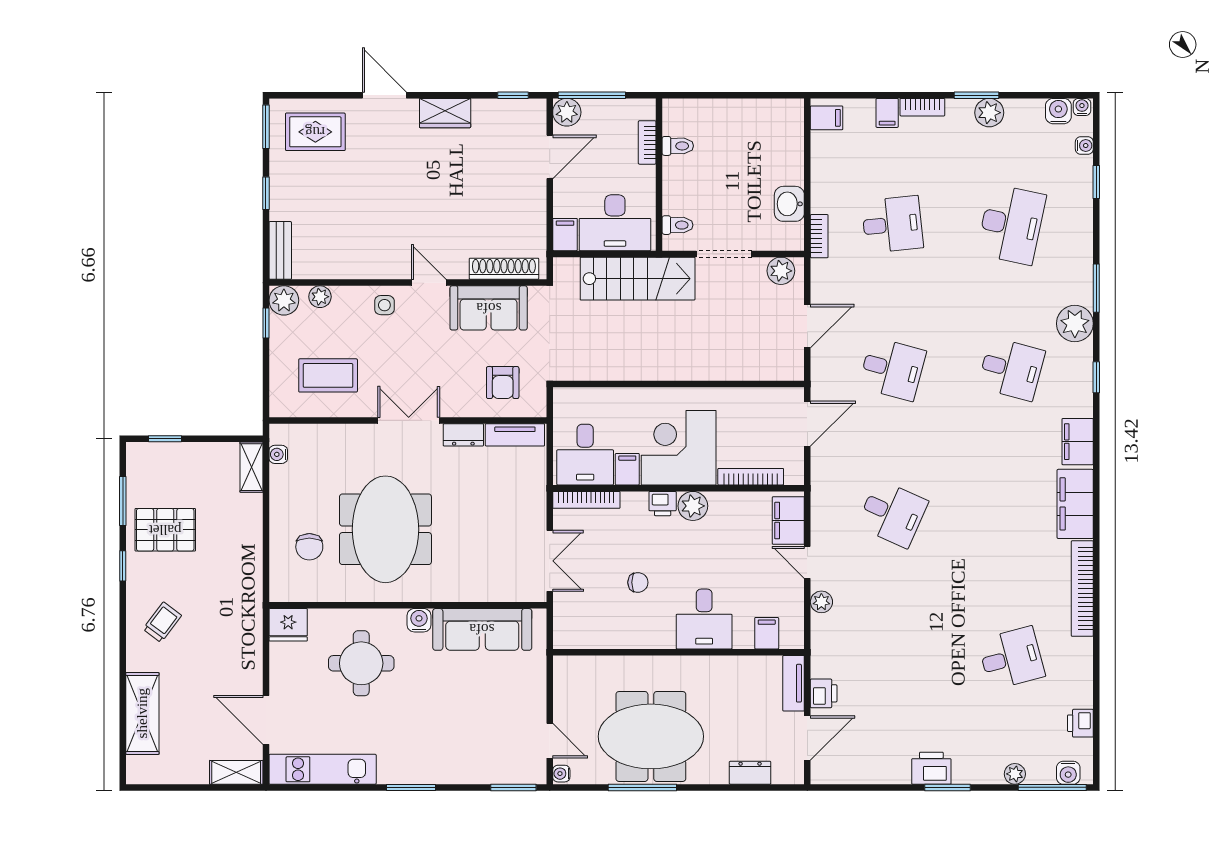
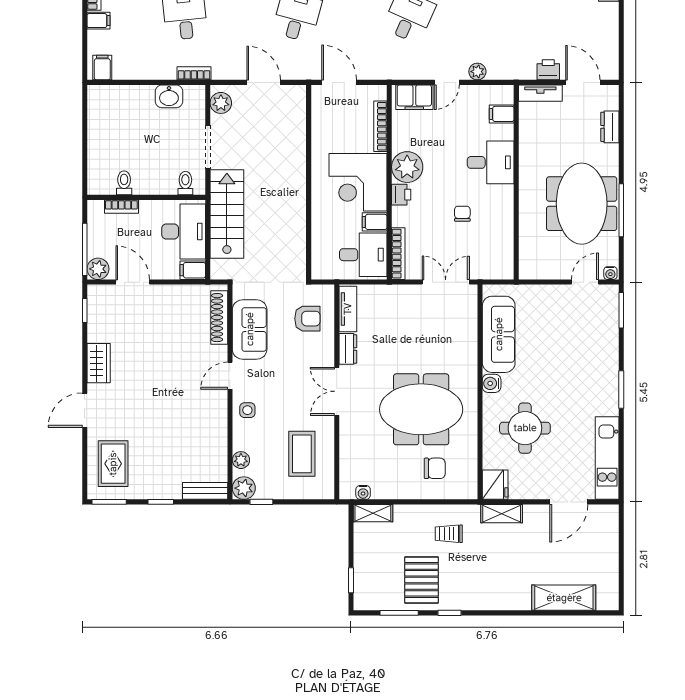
plant: (693, 506) -> (407, 167), width x1.36, depth x1.36
trolley: (162, 622) -> (449, 534), moved, turned -37
shelving: (236, 772) -> (502, 514), moved, turned 90

